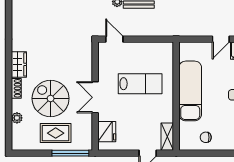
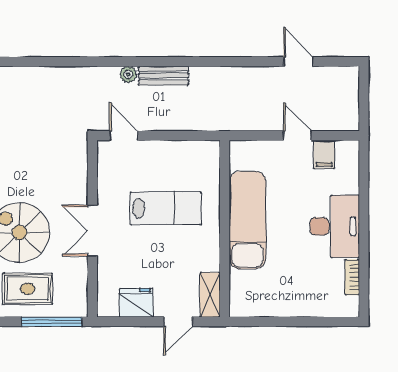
door: (221, 39) -> (297, 136), swing flipped
fridge: (107, 132) -> (136, 303), moved, turned -90
chair: (206, 137) -> (273, 296), removed

